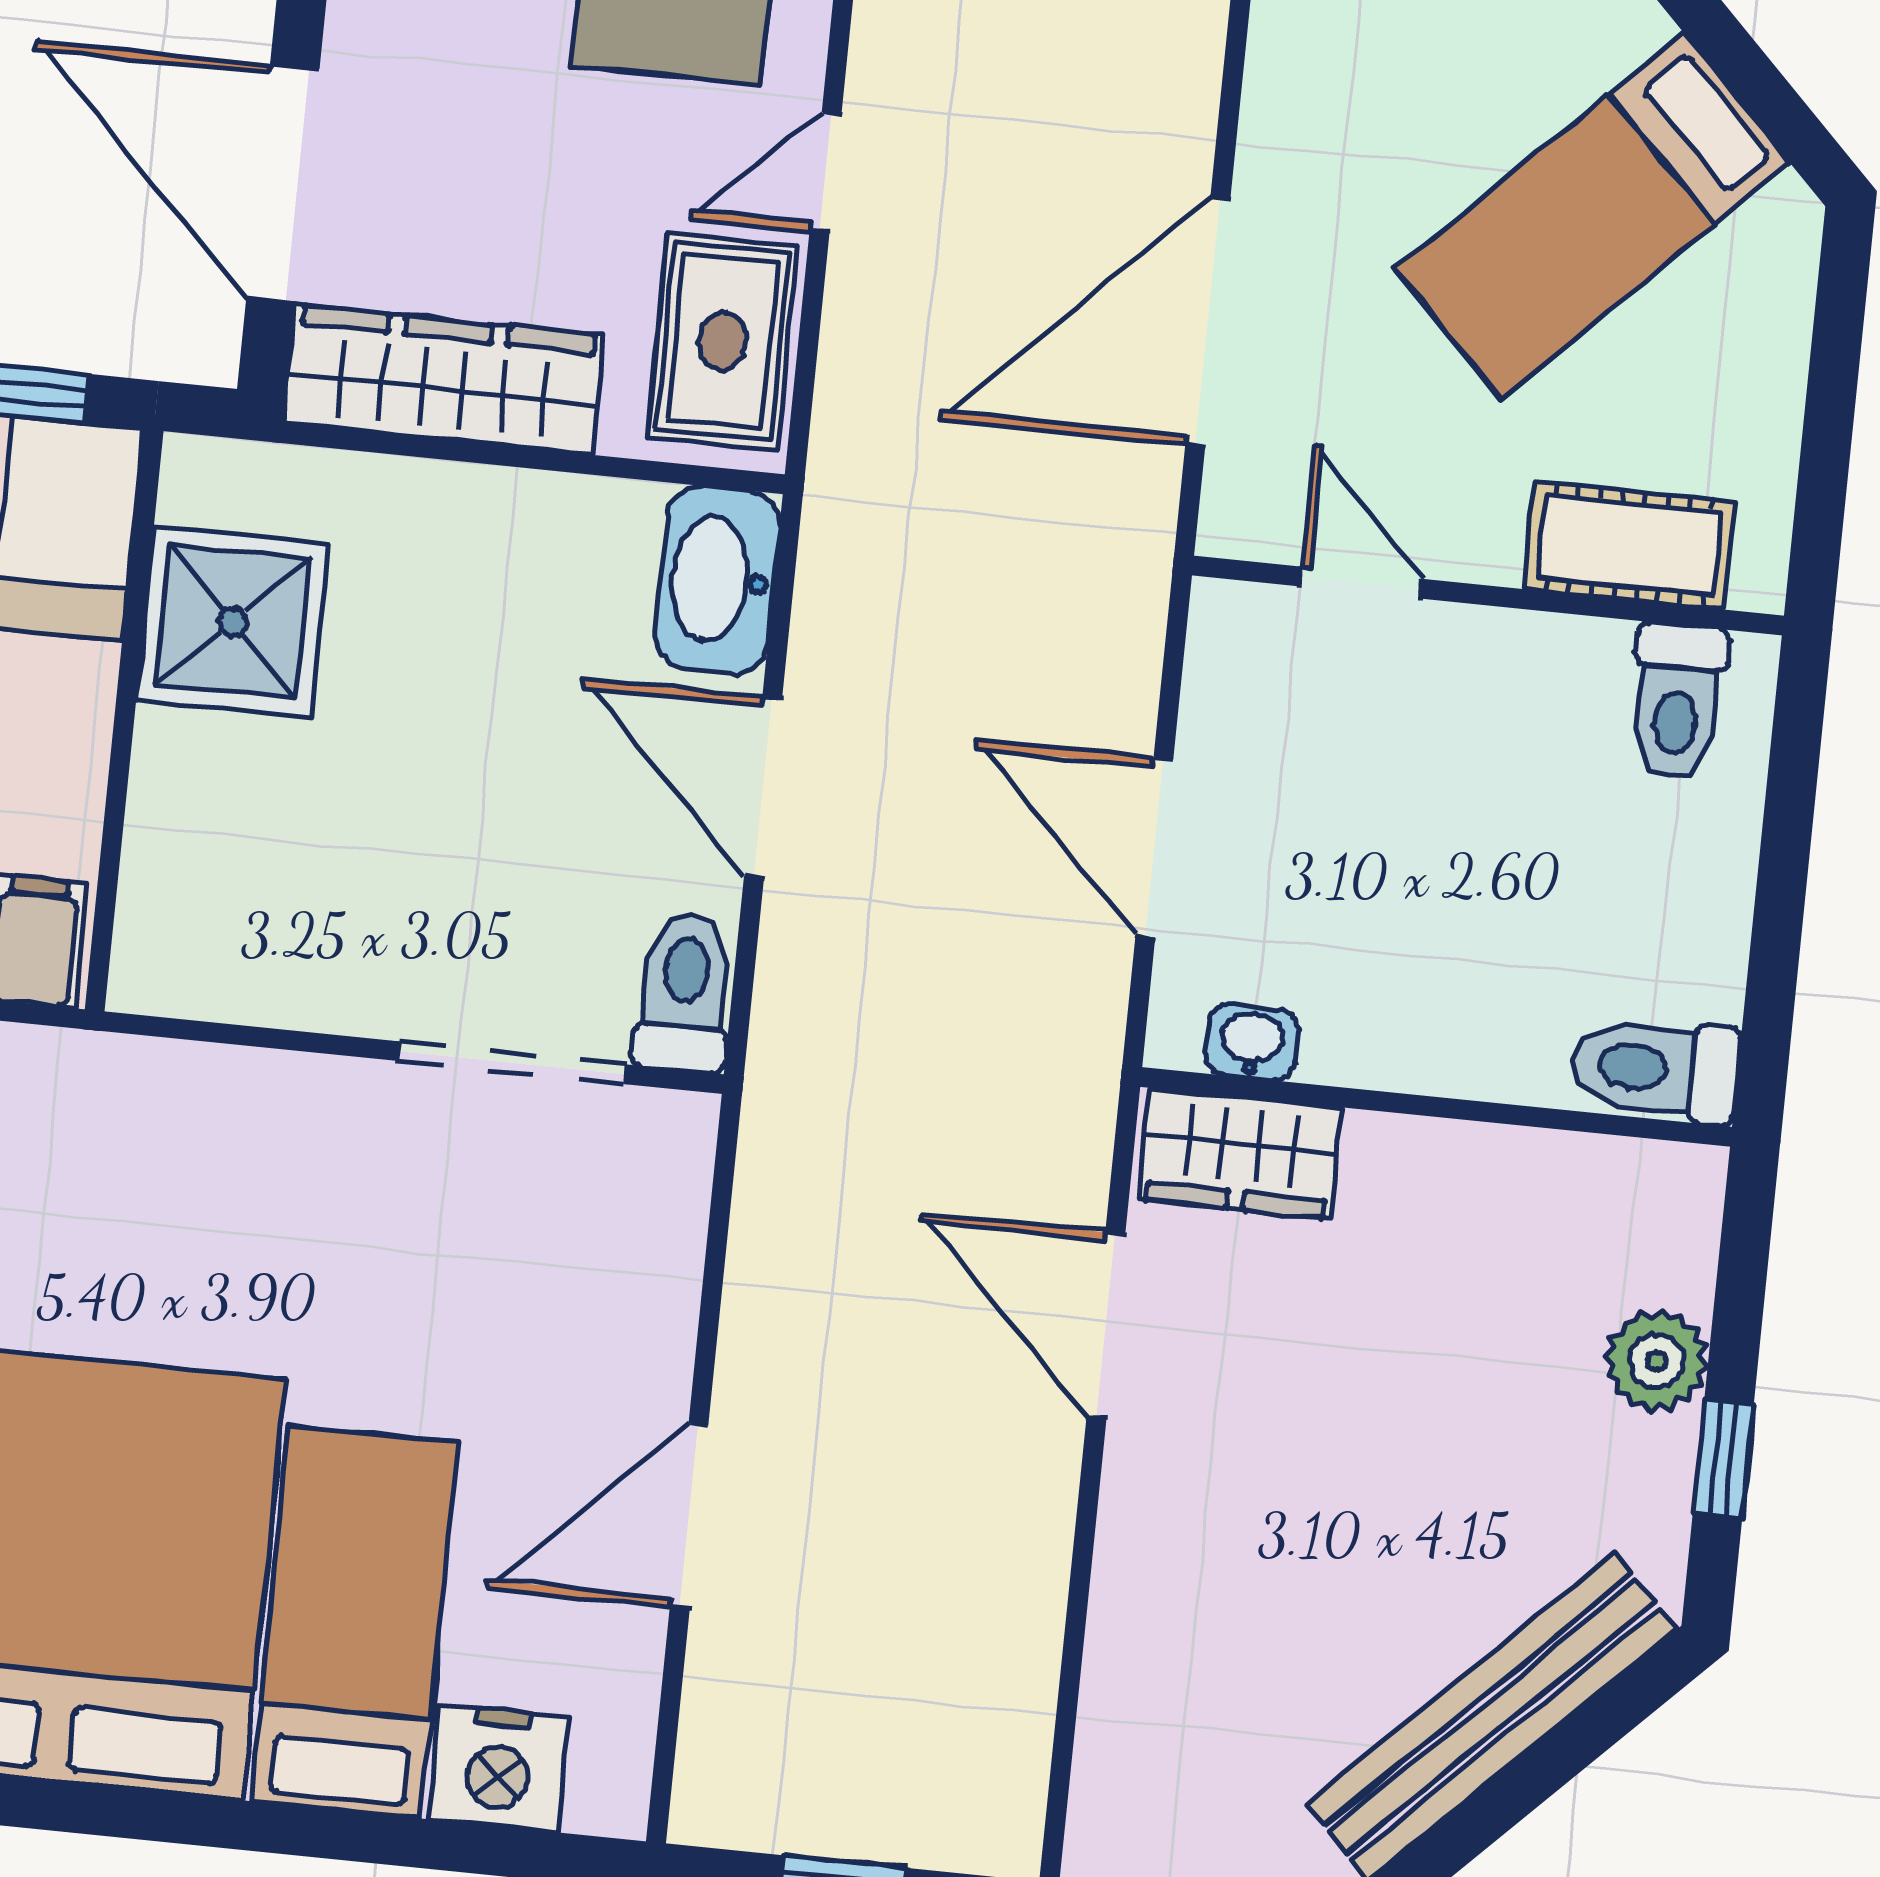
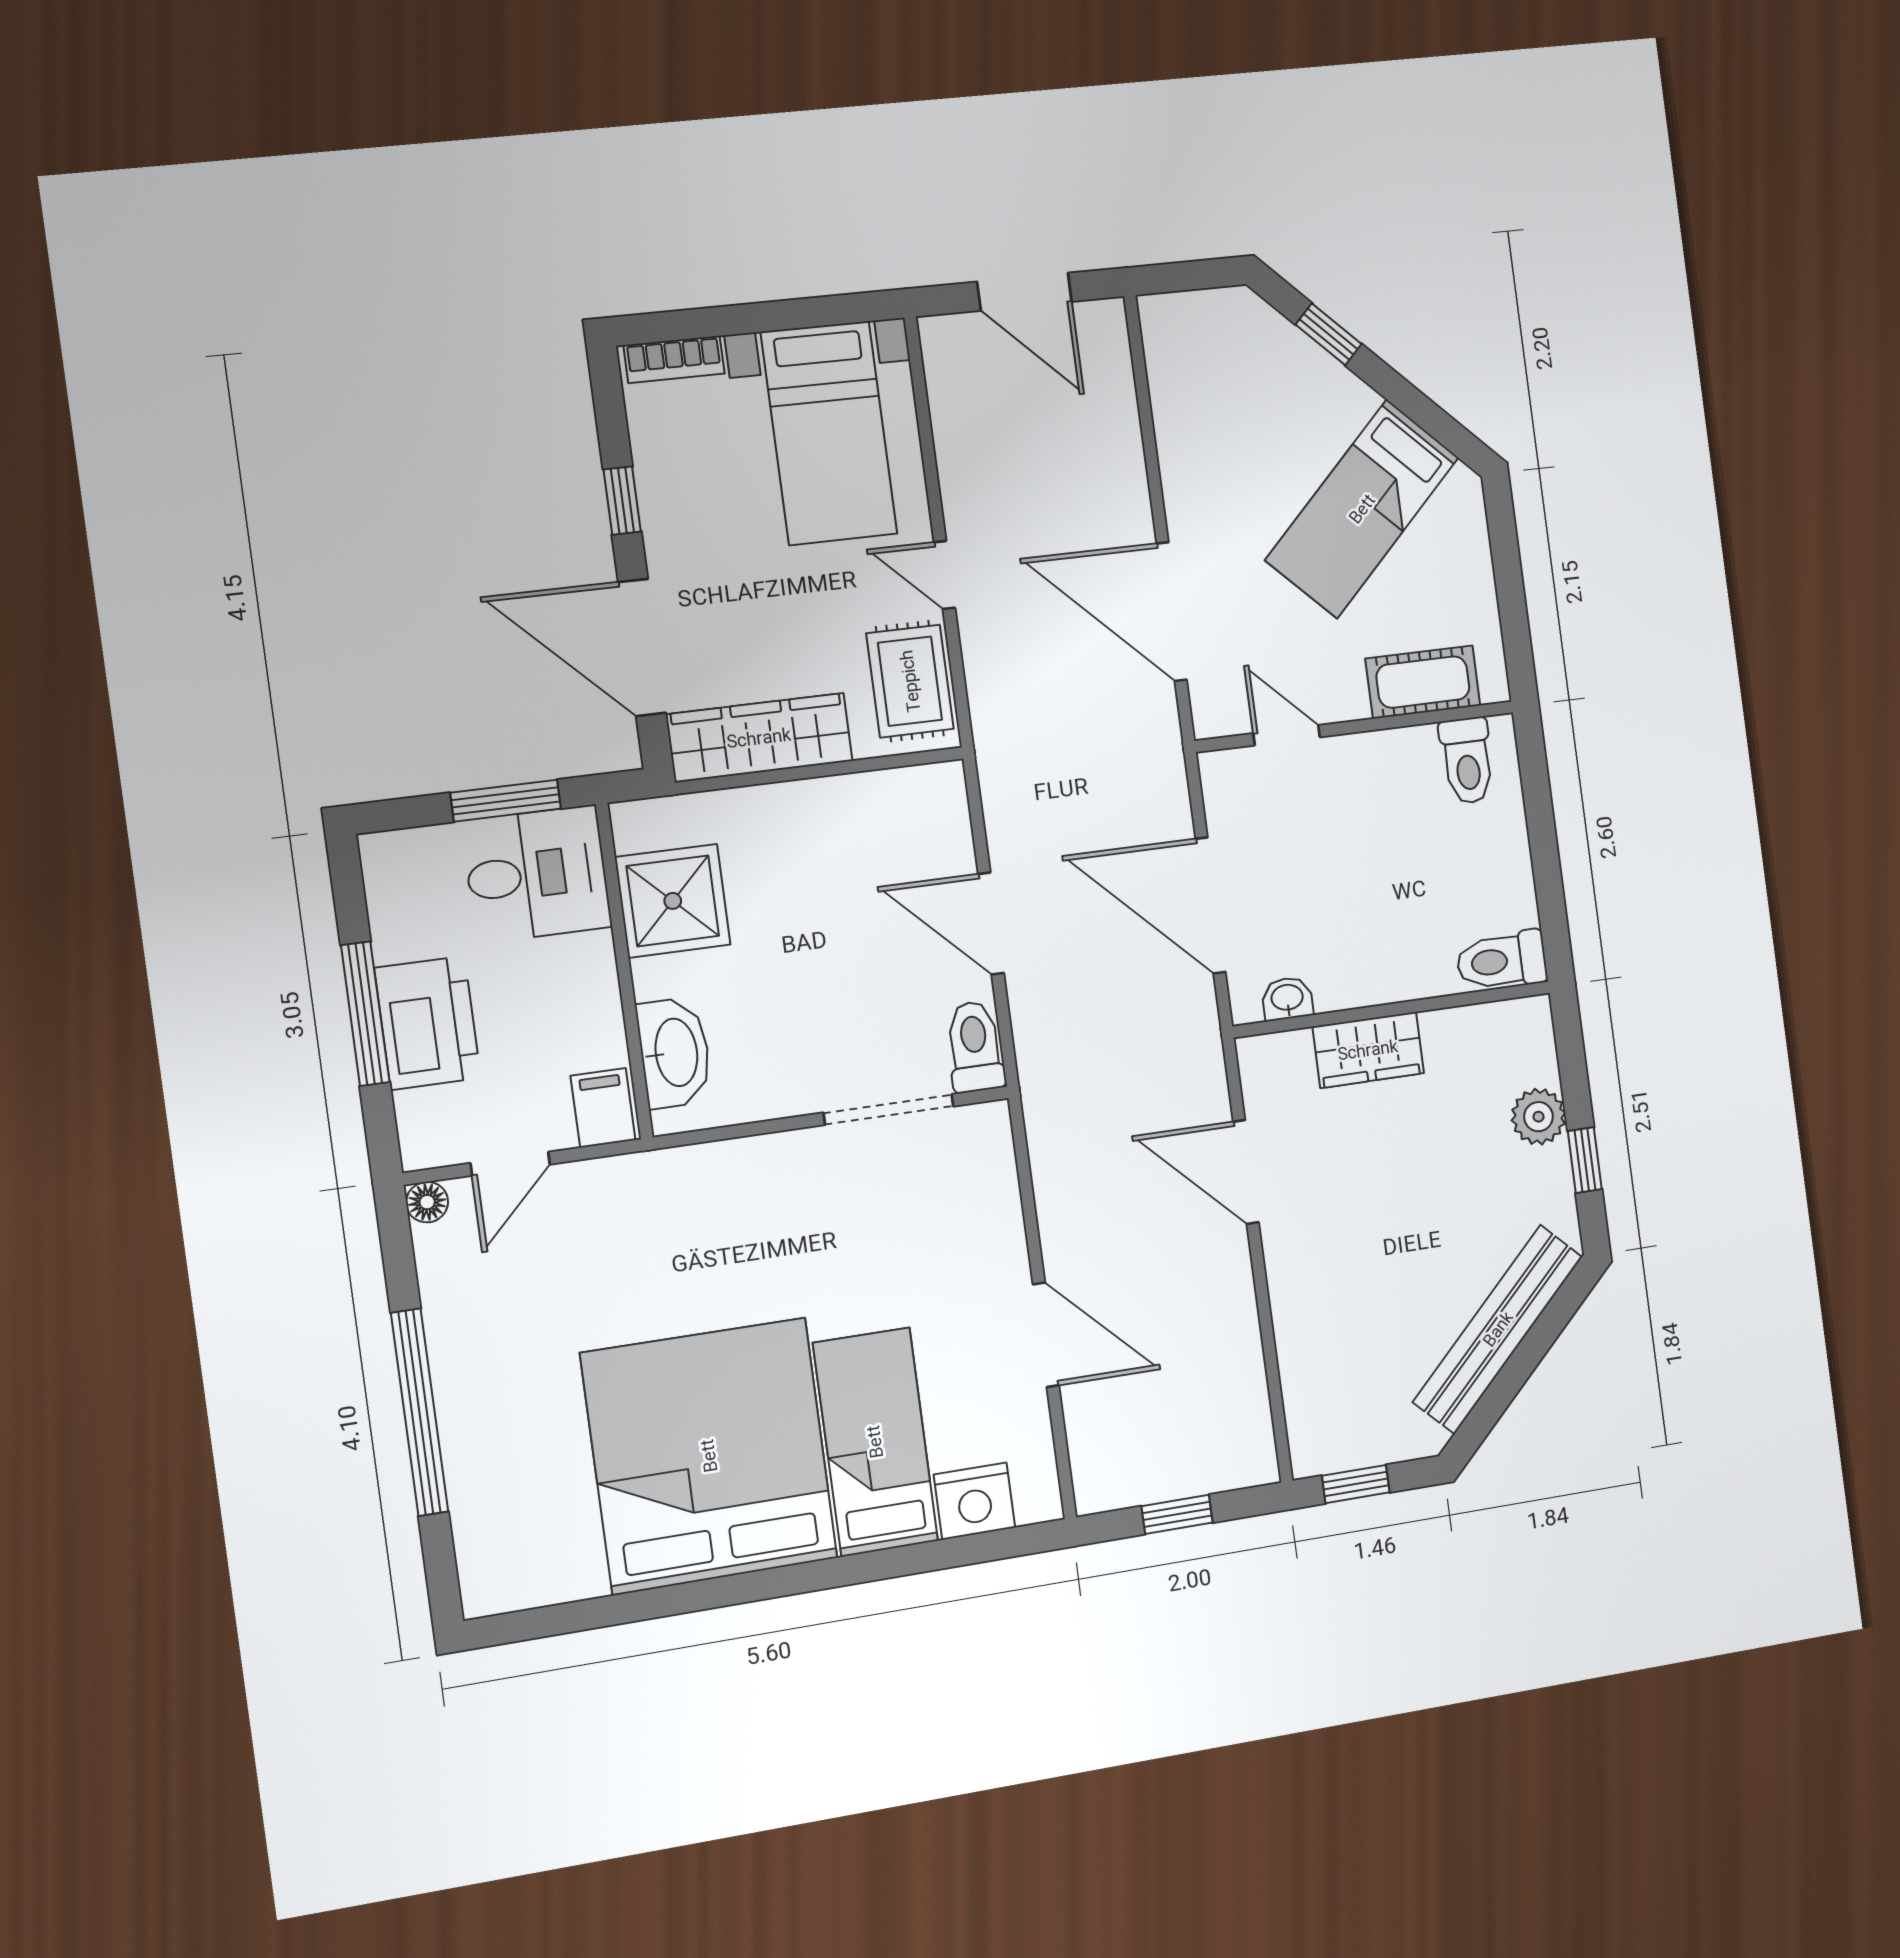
door: (826, 172) -> (945, 575), hinge flipped
door: (1208, 322) -> (1172, 612), hinge flipped
washbasin: (718, 580) -> (674, 1053), moved, turned 180
door: (1154, 847) -> (1211, 905), width x1.36
wardrobe: (1240, 1153) -> (1368, 1050), moved
door: (689, 1516) -> (1046, 1335), swing flipped

